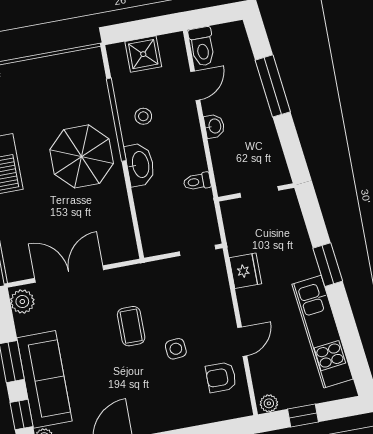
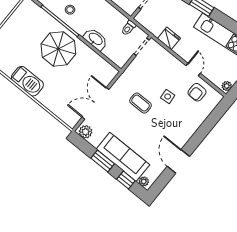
washbasin: (140, 165) -> (95, 39), moved
toilet: (197, 182) -> (128, 28), moved

